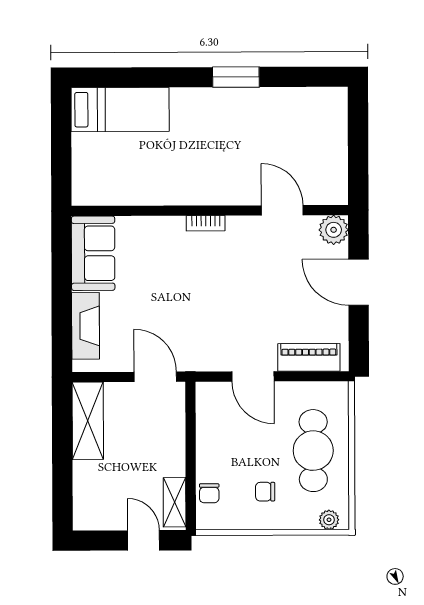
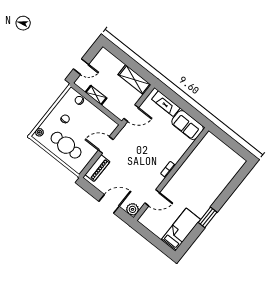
bed: (120, 110) -> (181, 230), moved, turned 180
shelving: (175, 502) -> (96, 95), moved

